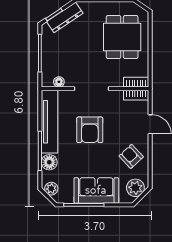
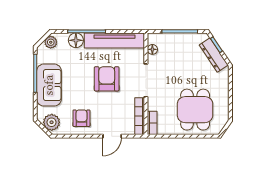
dining table: (122, 37) -> (195, 110), turned 90
bookcase: (136, 95) -> (140, 116), width x1.56
armchair: (90, 130) -> (107, 79), turned 90
armchair: (131, 156) -> (81, 118), turned -47

